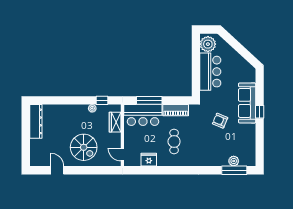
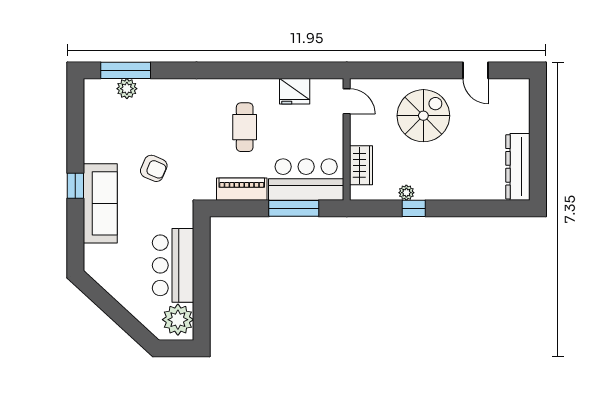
window: (102, 100) -> (414, 208), moved
spiral stairs: (84, 147) -> (423, 116), turned 90

